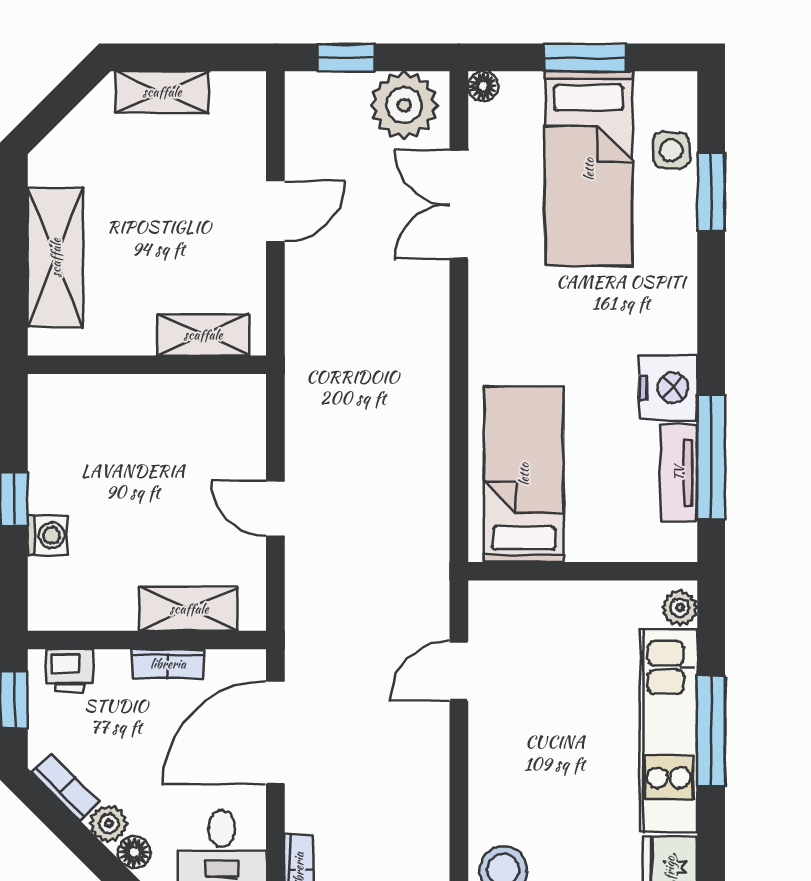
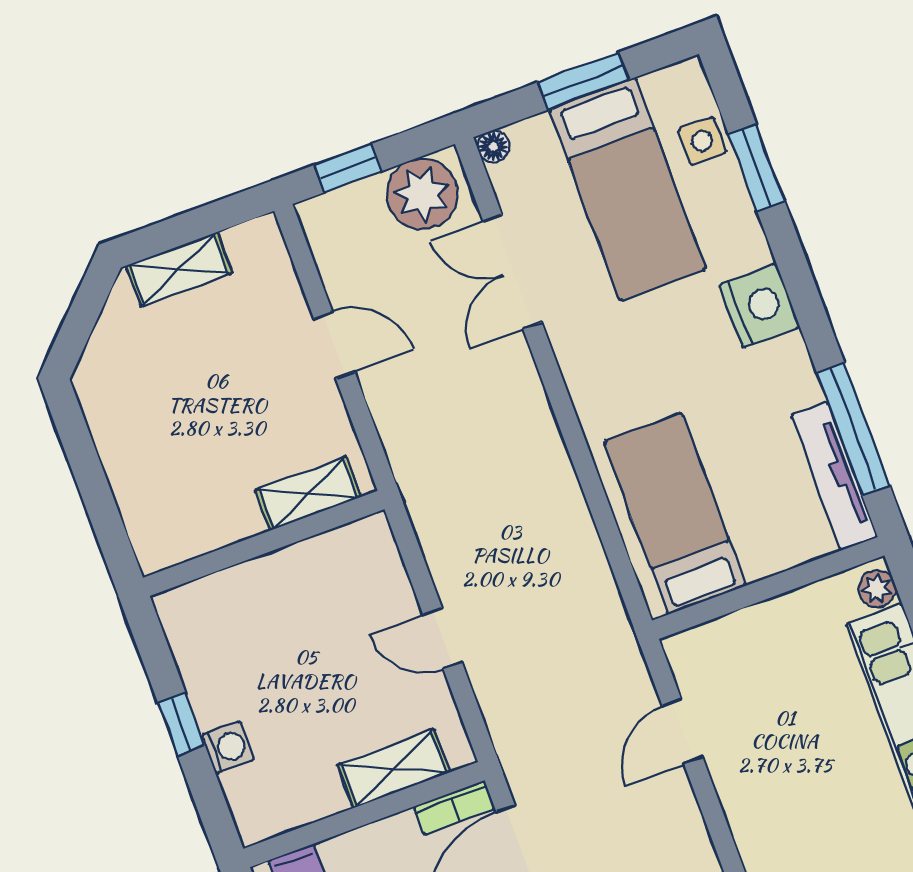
door: (275, 211) -> (334, 345), hinge flipped
shelving: (56, 258) -> (135, 471), removed
nightstand: (668, 388) -> (760, 306), moved
tv unit: (679, 473) -> (834, 476), width x1.41
bookcase: (168, 664) -> (454, 808), moved

